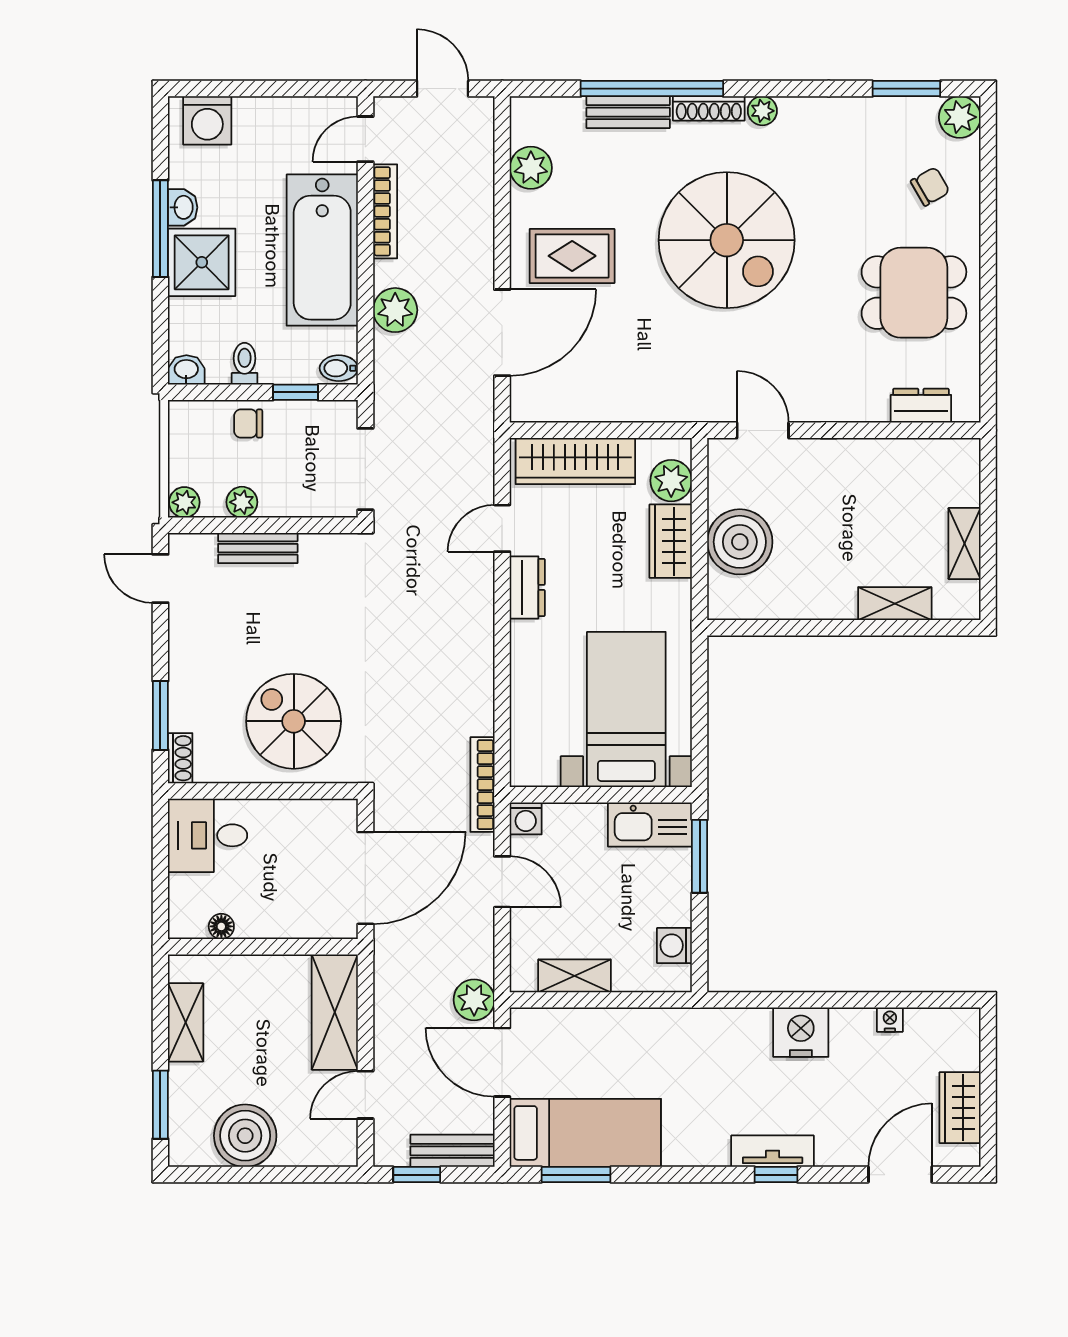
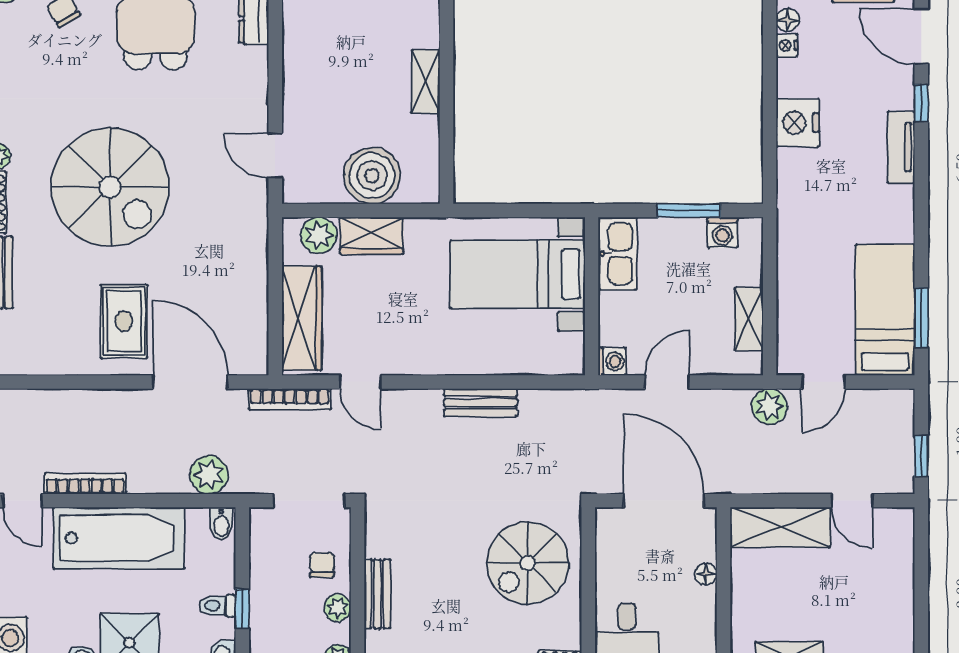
plant: (531, 168) -> (47, 357), removed
spiral stairs: (727, 240) -> (110, 187), turned 90
plant: (395, 310) -> (209, 475), moved
window: (295, 392) -> (242, 609), moved
chair: (248, 423) -> (322, 565), moved, turned 180
door: (763, 430) -> (275, 156), hinge flipped
dresser: (527, 587) -> (412, 360), removed
shelving: (895, 604) -> (426, 82), moved
bookcase: (482, 785) -> (290, 399), moved
window: (700, 856) -> (689, 211), moved
floor lamp: (221, 926) -> (706, 574), moved
floor lamp: (919, 1021) -> (788, 20), added
door: (502, 1062) -> (824, 382), width x0.73
boiler: (245, 1136) -> (888, 605), removed
bench: (452, 1151) -> (481, 403), moved, turned 90
window: (776, 1175) -> (921, 103), moved

